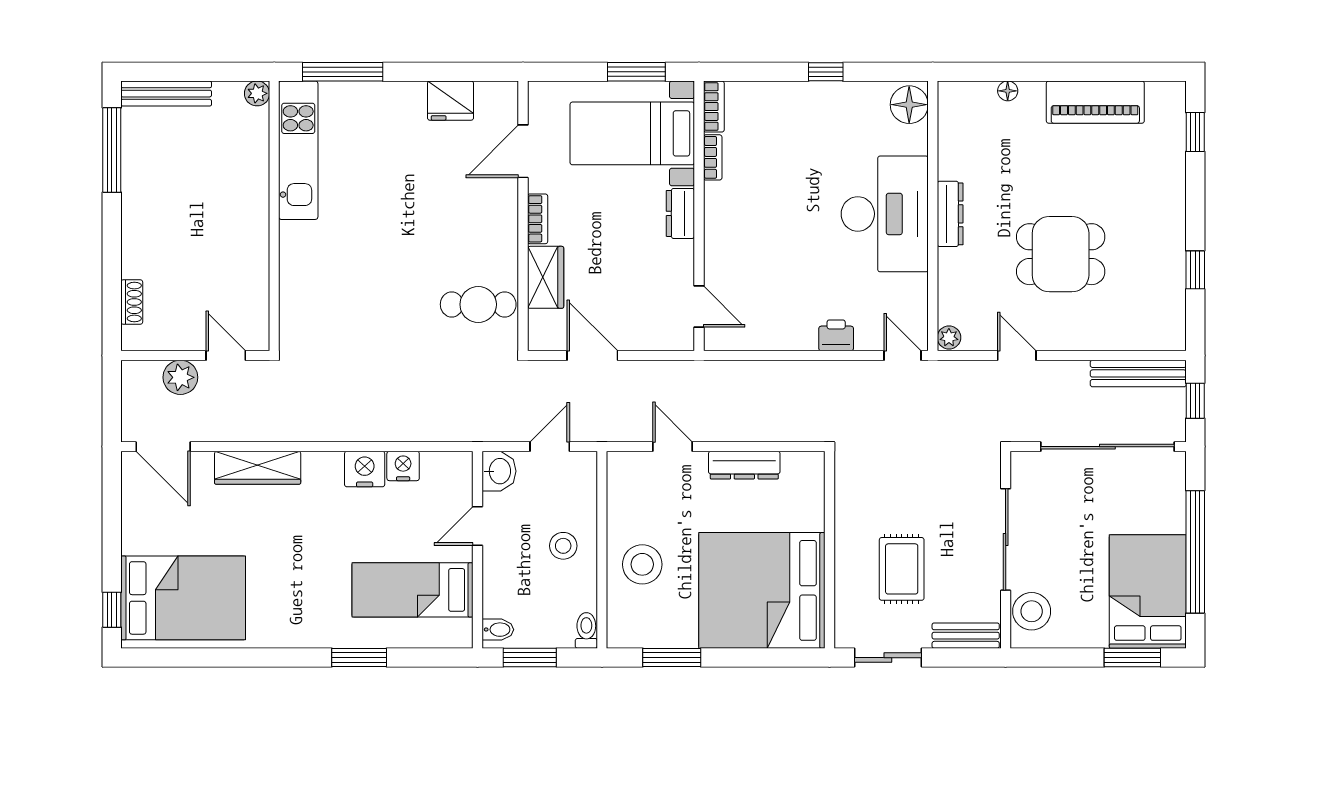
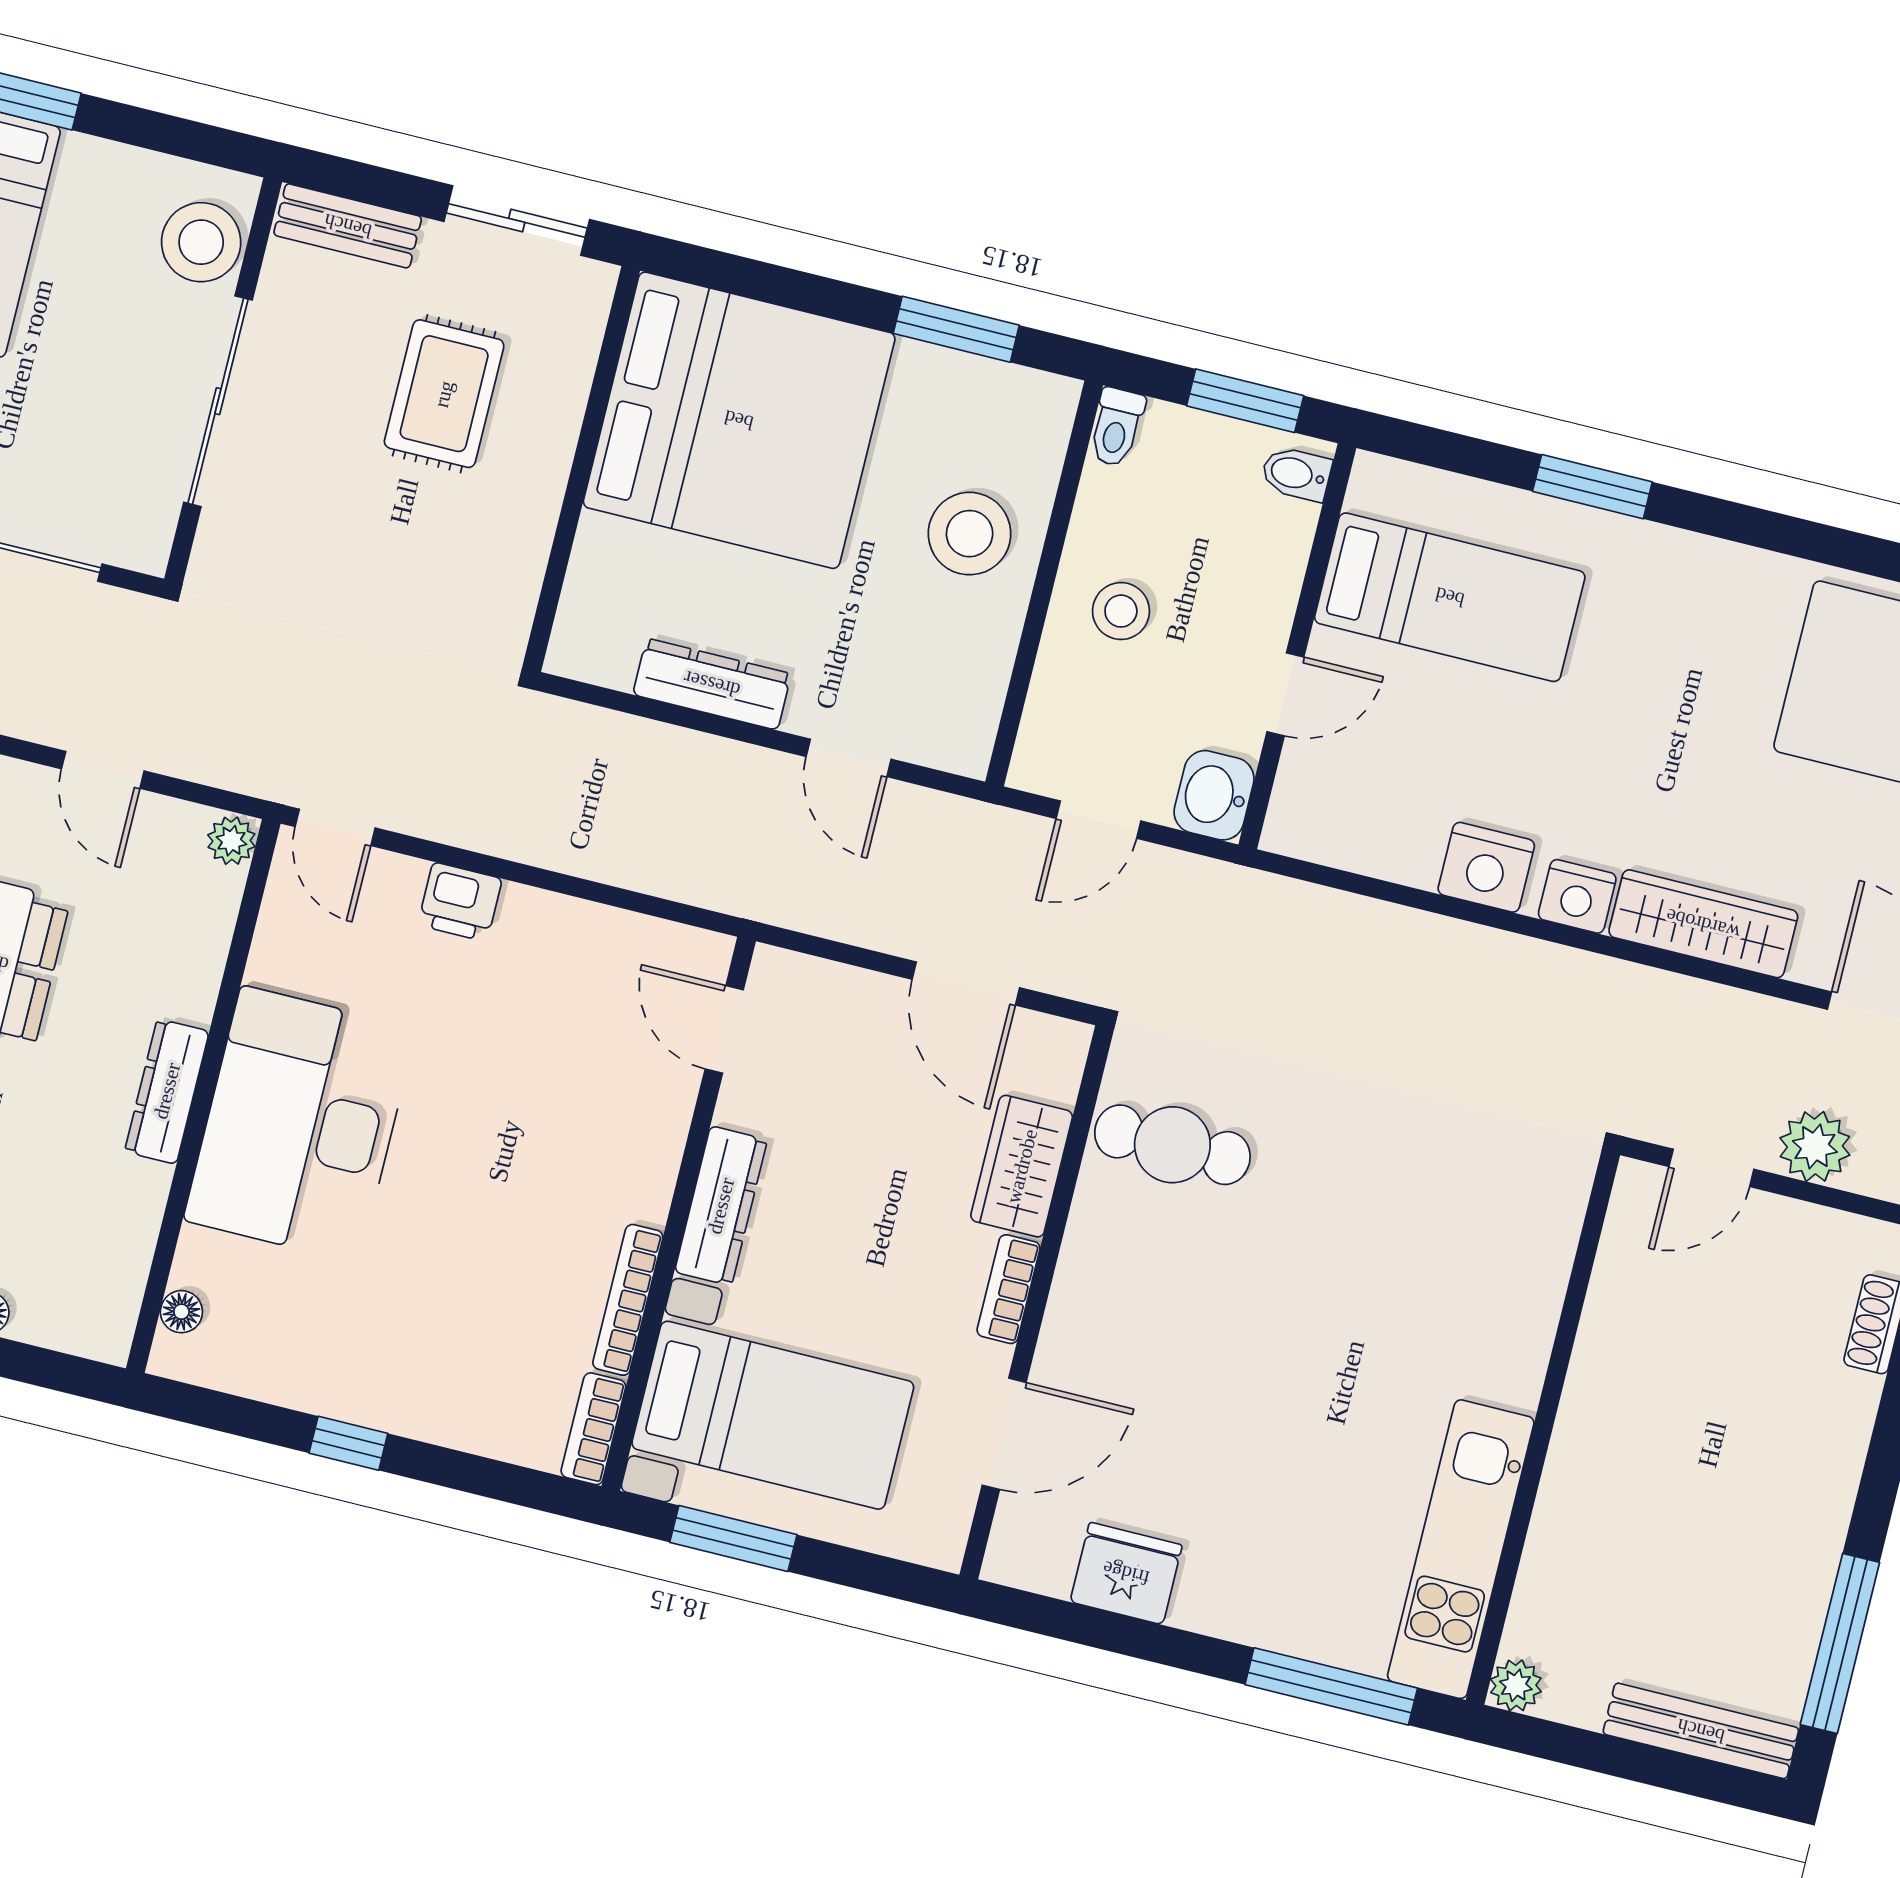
floor lamp: (909, 105) -> (181, 1312), width x0.53, depth x0.53
bookcase: (713, 157) -> (628, 1300), width x1.56
dresser: (680, 213) -> (721, 1206), width x1.44
door: (226, 356) -> (1711, 1168), hinge flipped
nightstand: (403, 466) -> (1577, 896), moved

